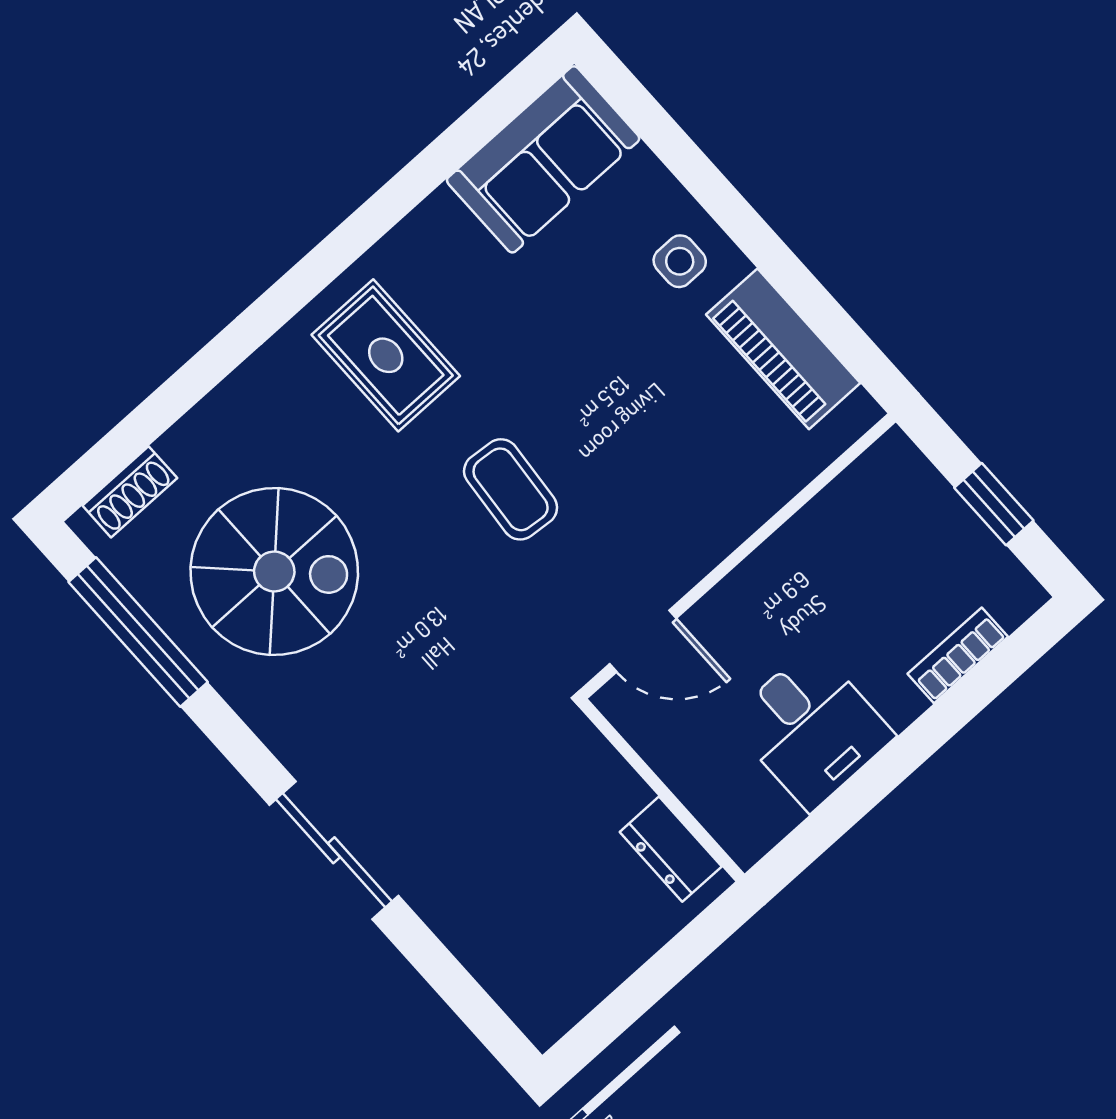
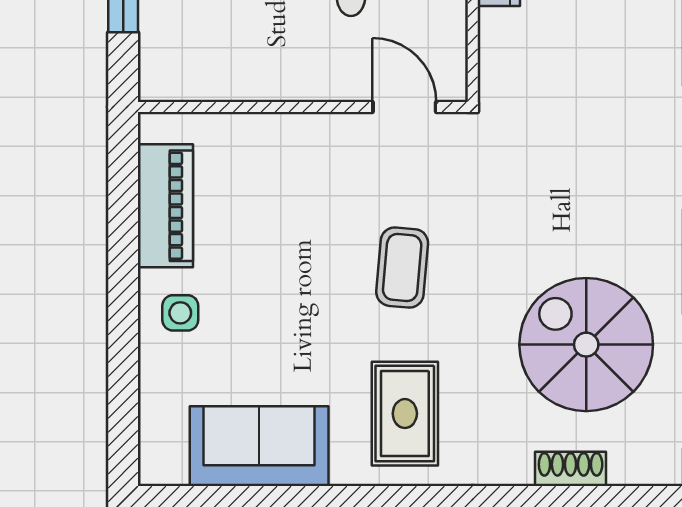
sofa: (543, 159) -> (259, 446), moved
shoe rack: (130, 492) -> (571, 469), moved

